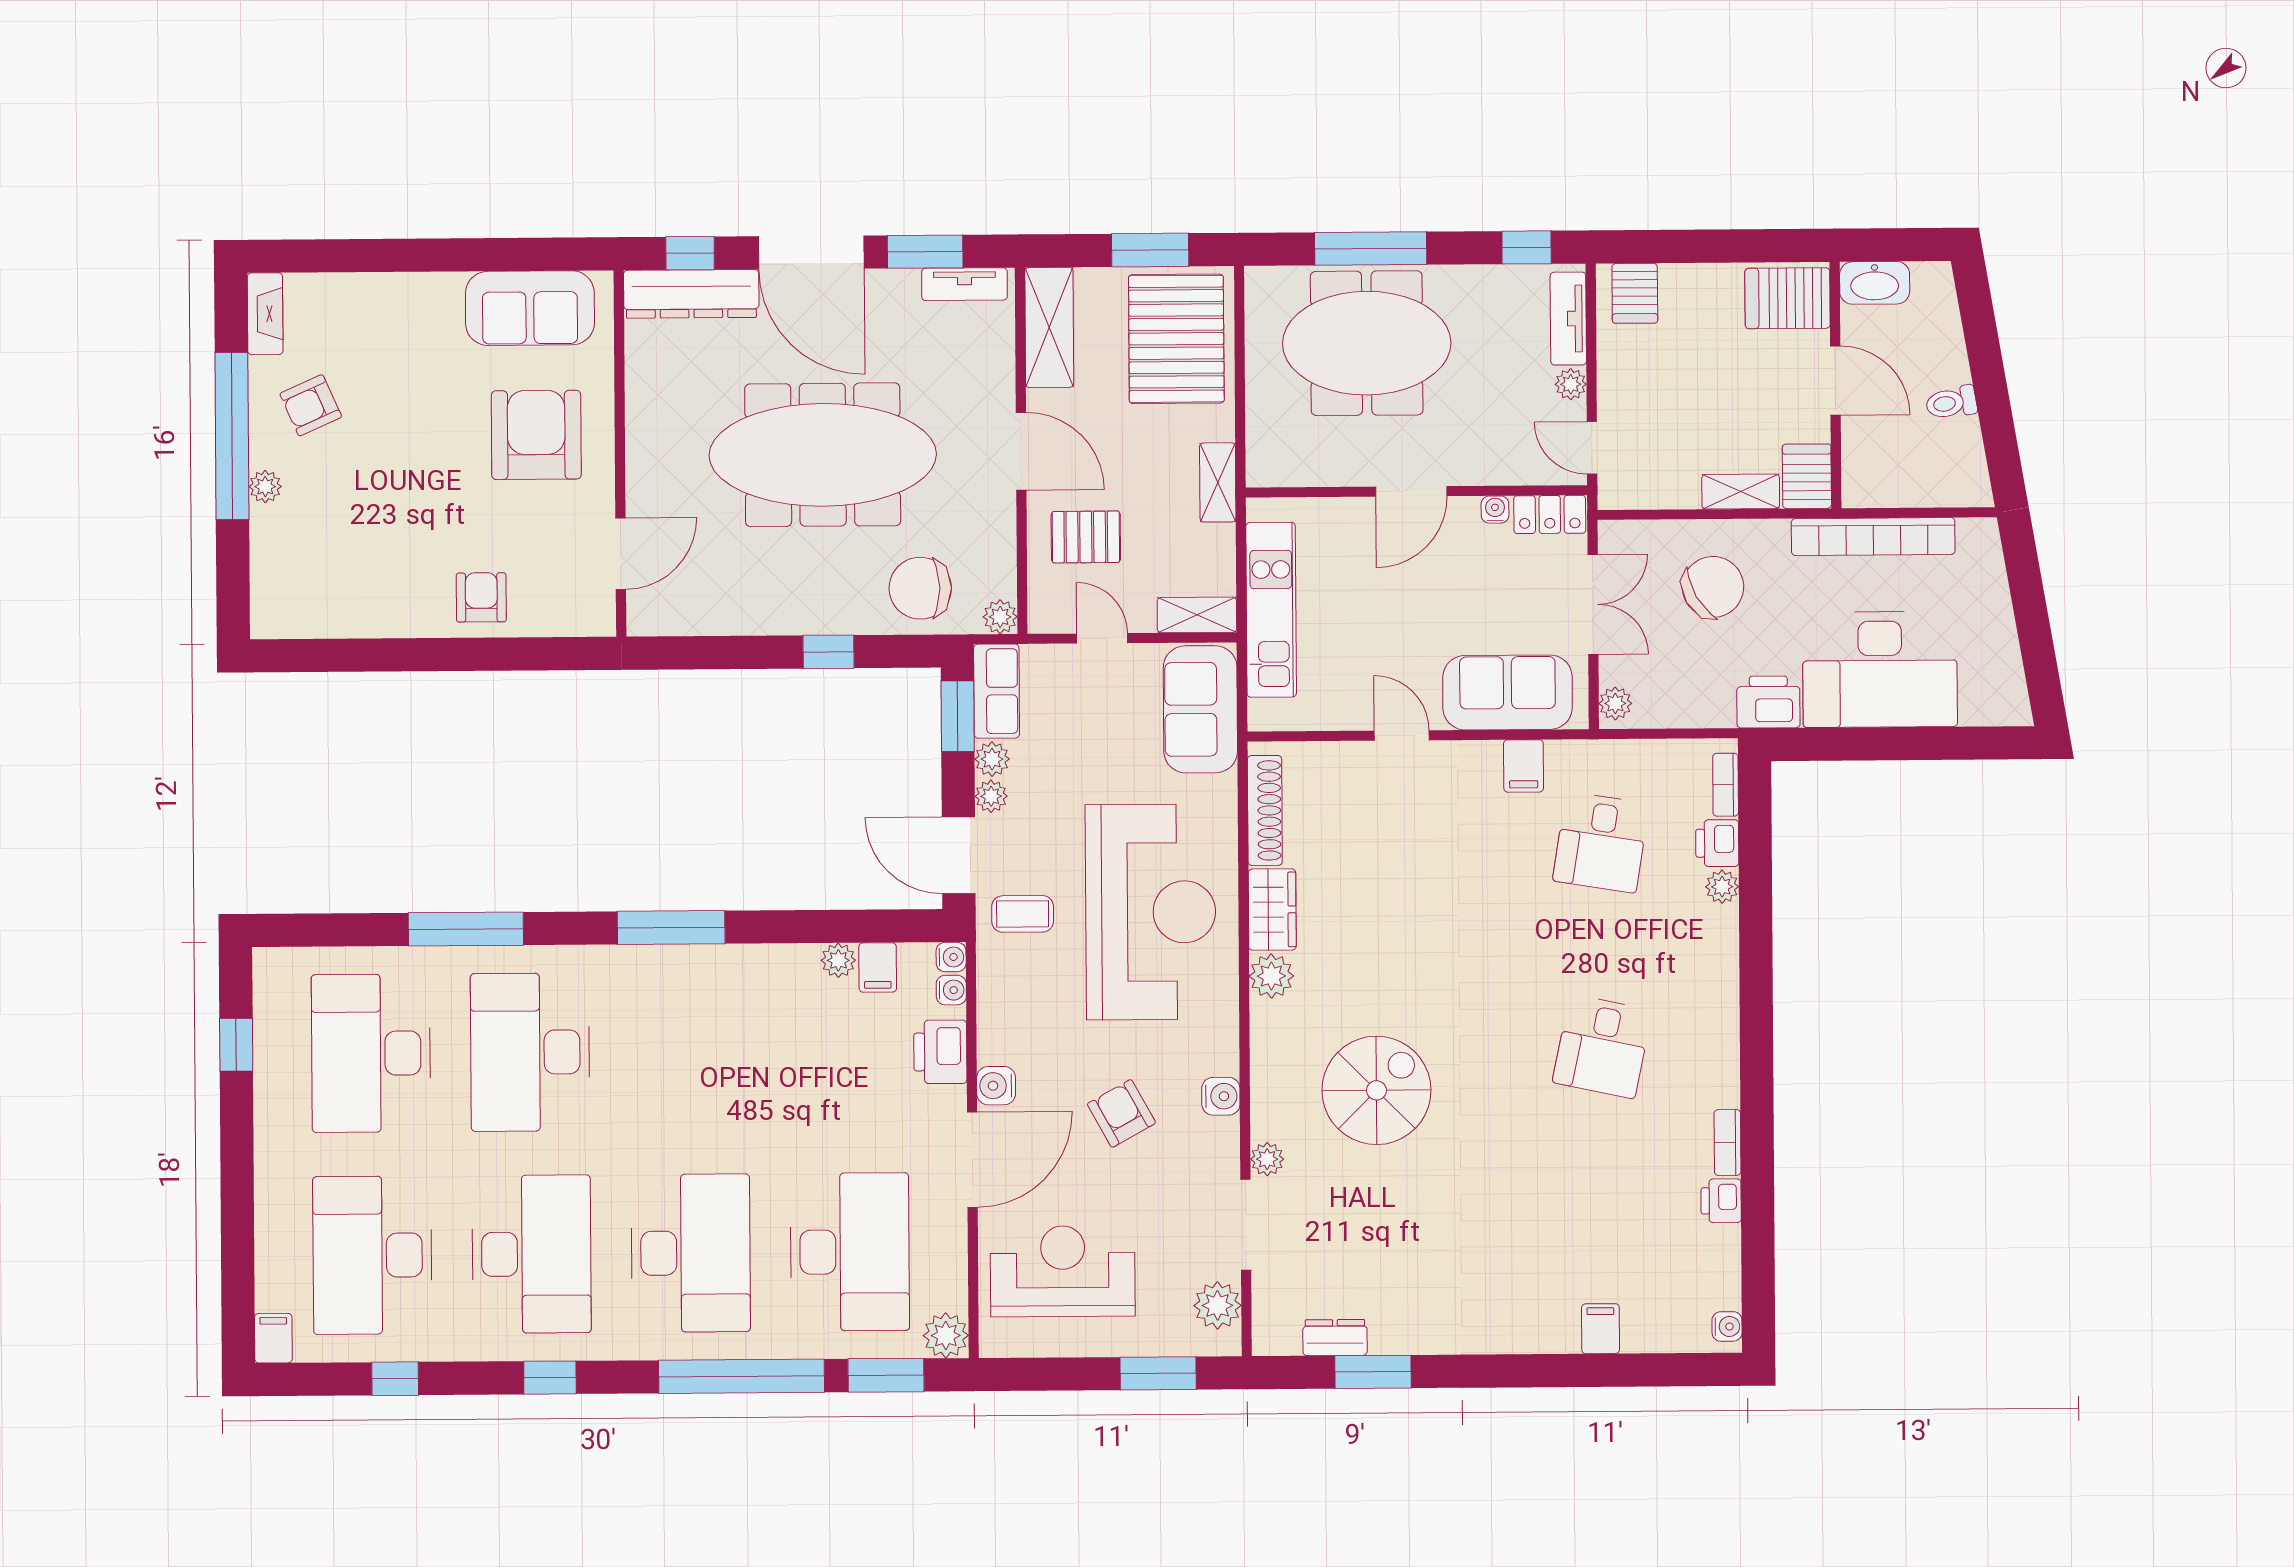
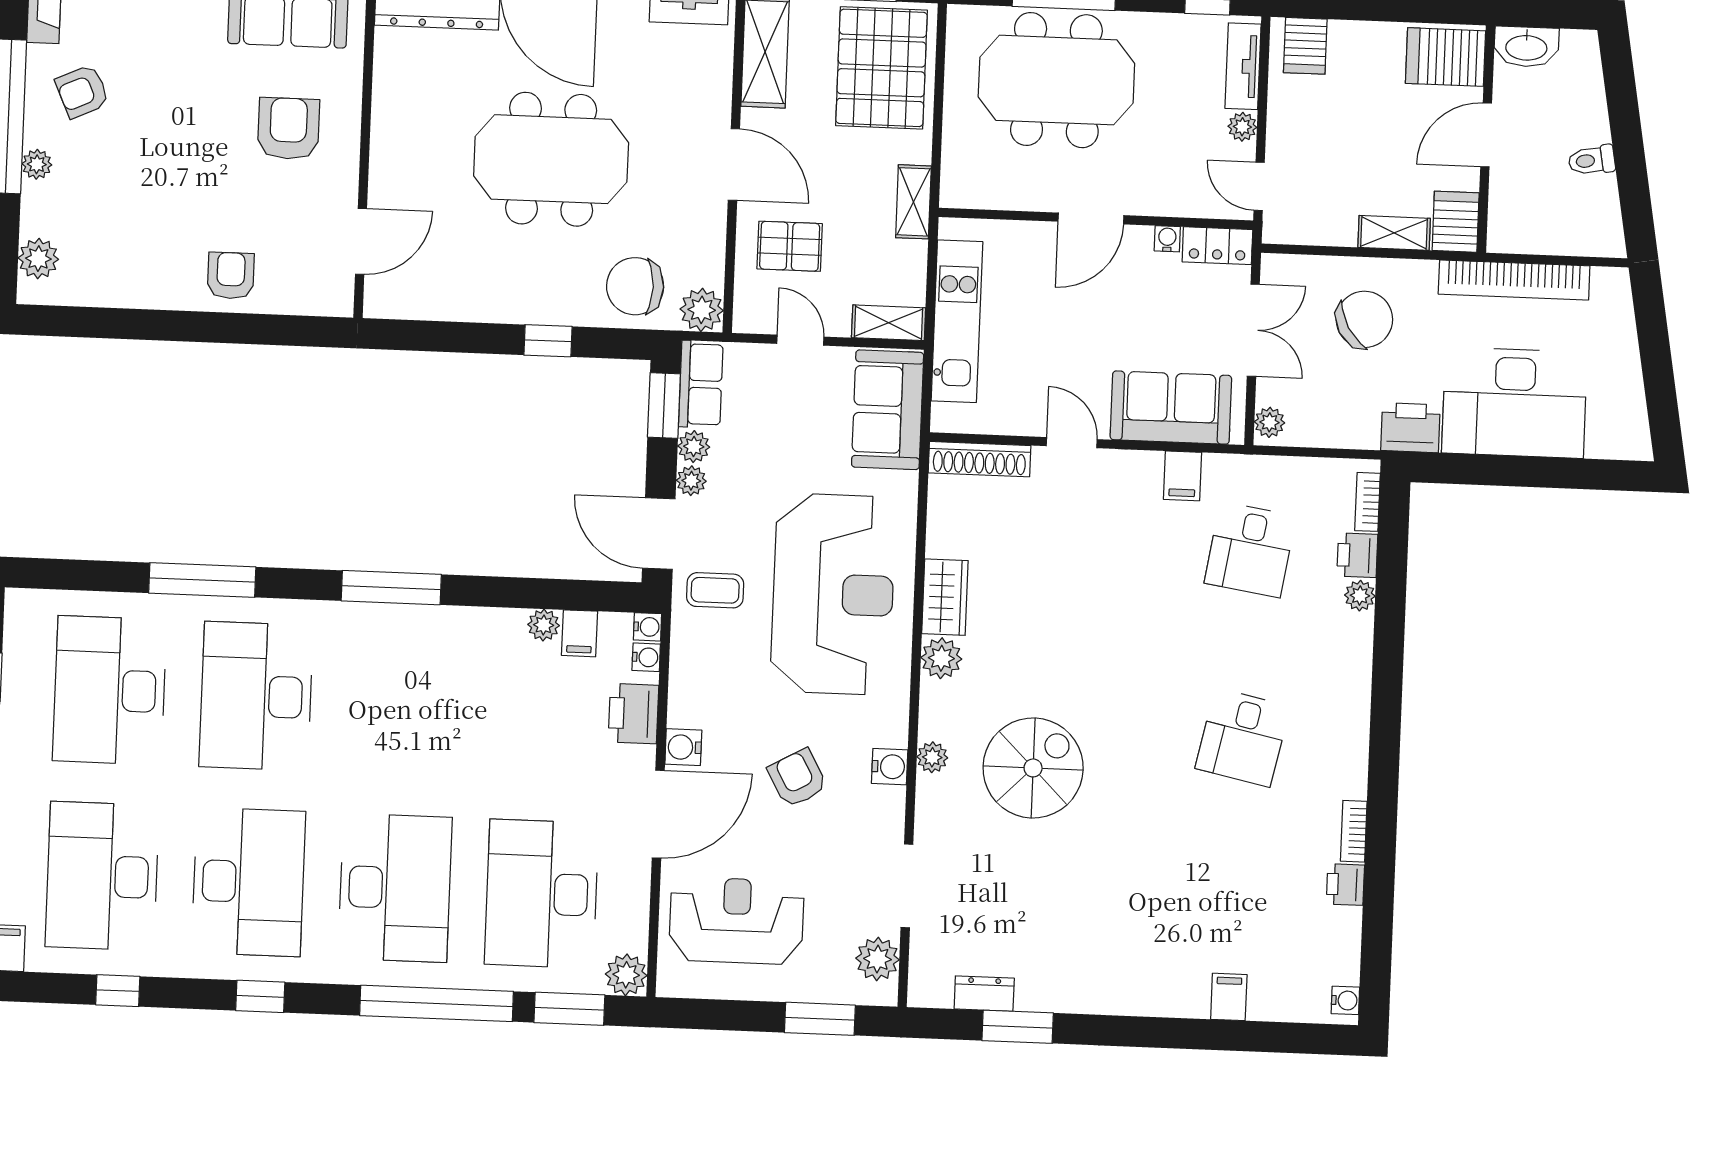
door: (1835, 381) -> (1486, 135), swing flipped
armchair: (536, 435) -> (288, 128), width x0.73, depth x0.73
meeting table: (823, 455) -> (551, 159), width x0.73
plant: (272, 589) -> (38, 259), added
plant: (1000, 617) -> (702, 310), width x1.38, depth x1.38
shoe rack: (1265, 810) -> (979, 459), moved, turned 90
plant: (1267, 1159) -> (932, 757), moved
desk: (850, 1252) -> (542, 894), turned 180

